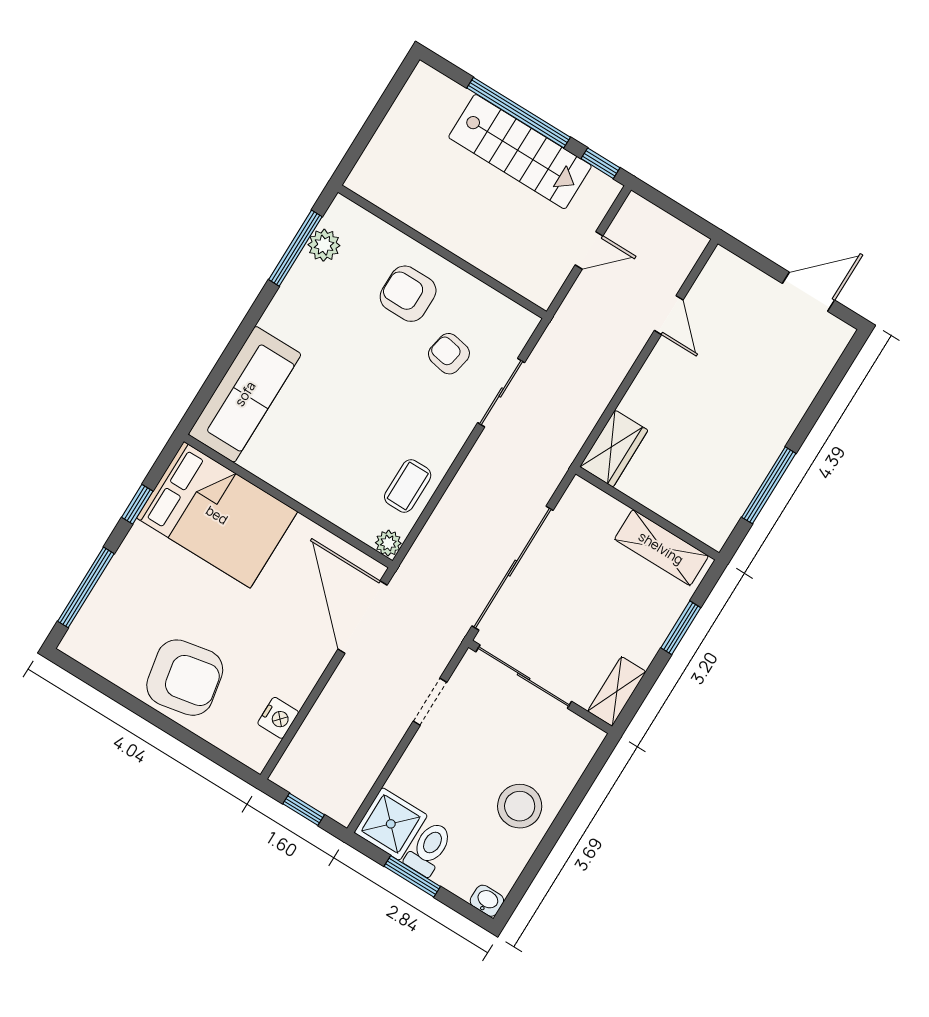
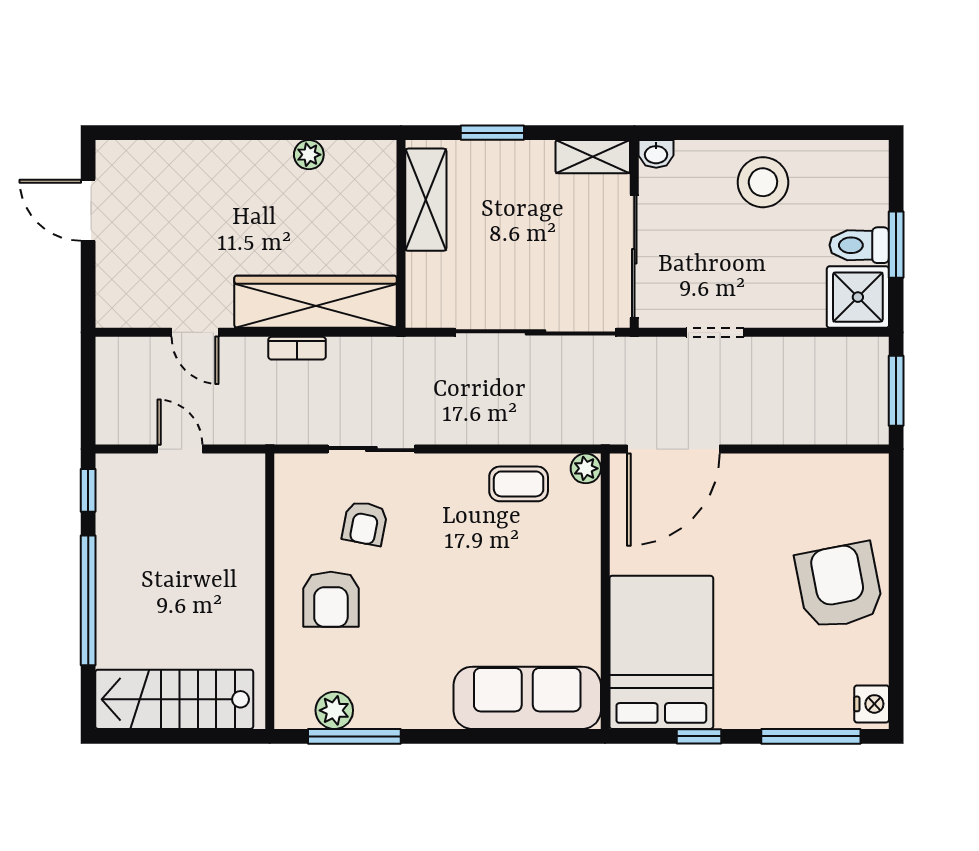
stairs: (520, 152) -> (174, 699), moved, turned -90
door: (669, 315) -> (195, 332), swing flipped
bookcase: (610, 384) -> (297, 348), added
wardrobe: (614, 449) -> (316, 302), width x2.10, depth x1.17
plant: (749, 481) -> (309, 155), added
window: (769, 485) -> (301, 133), removed
nightstand: (278, 718) -> (872, 704), moved, turned 90
window: (304, 809) -> (896, 391), width x1.50
washbasin: (487, 901) -> (656, 154), moved, turned -90

